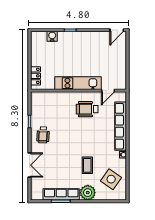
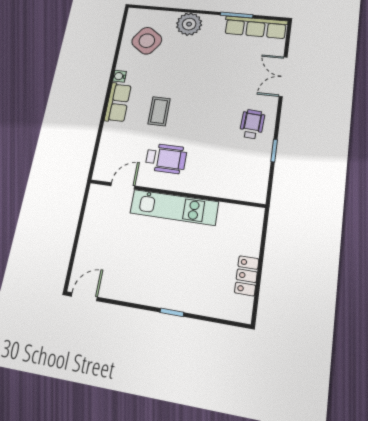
water cooler: (52, 36) -> (209, 306), removed
locker: (35, 76) -> (247, 276), moved
row of seats: (121, 126) -> (118, 103), width x0.50
coffee table: (87, 165) -> (159, 111), moved
row of seats: (61, 194) -> (256, 27), moved

